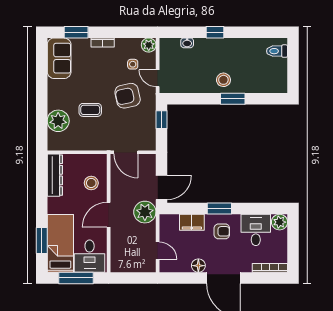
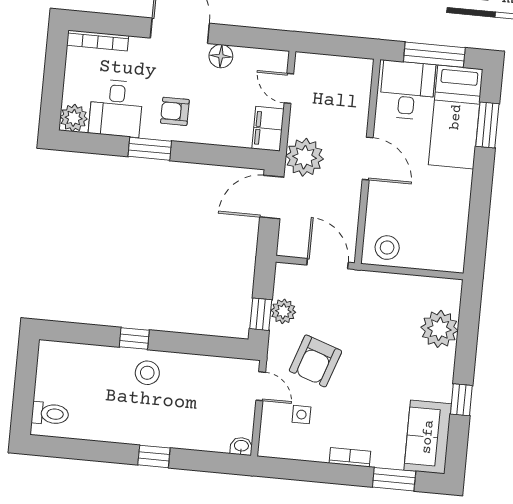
washbasin: (187, 43) -> (241, 446), moved
plant: (149, 45) -> (283, 311), moved
window: (42, 81) -> (461, 400), added
armchair: (128, 96) -> (315, 361), turned 121
window: (233, 99) -> (134, 338), width x0.67
coffee table: (90, 110) -> (382, 343), removed
dresser: (55, 175) -> (454, 236), removed
stool: (91, 183) -> (387, 248), moved
window: (219, 209) -> (150, 149), moved
door: (109, 215) -> (368, 158), hinge flipped
filing cabinet: (192, 222) -> (268, 129), moved, turned -90

